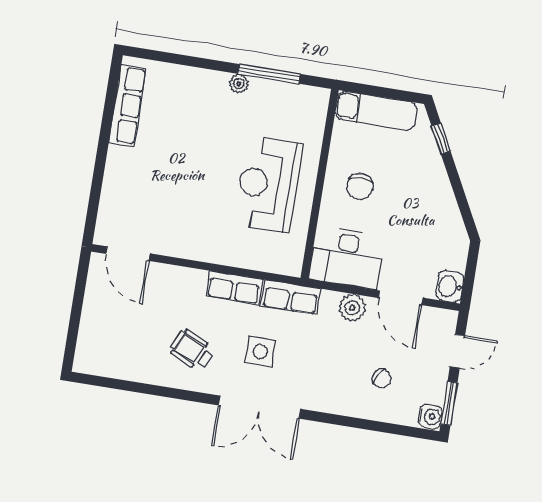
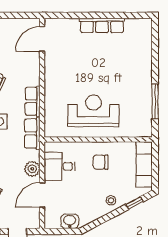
plant: (239, 84) -> (147, 85), removed
row of seats: (128, 105) -> (102, 25), moved
stool: (430, 179) -> (111, 200), added
desk: (347, 258) -> (60, 166), width x0.73
washbasin: (450, 286) -> (70, 221), moved

